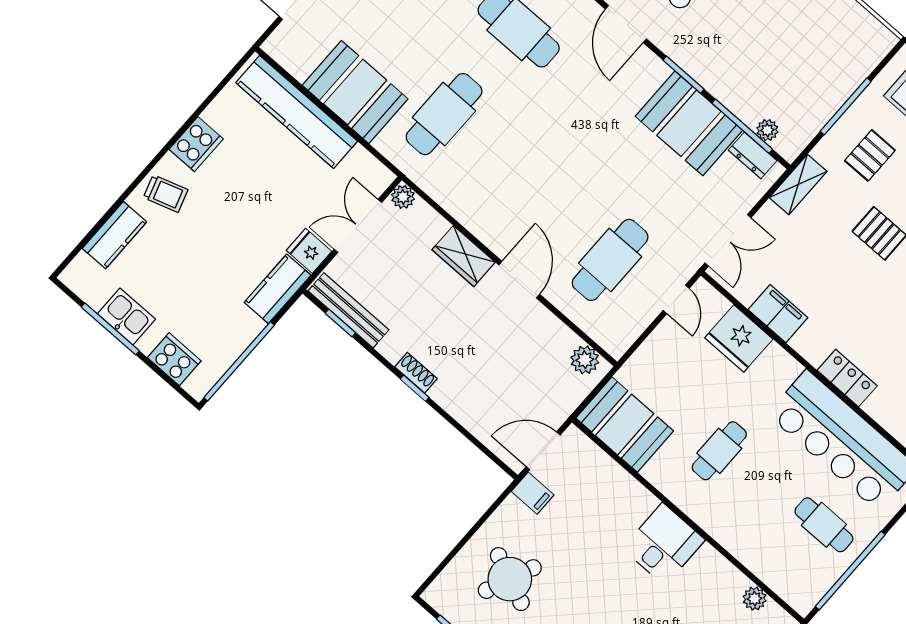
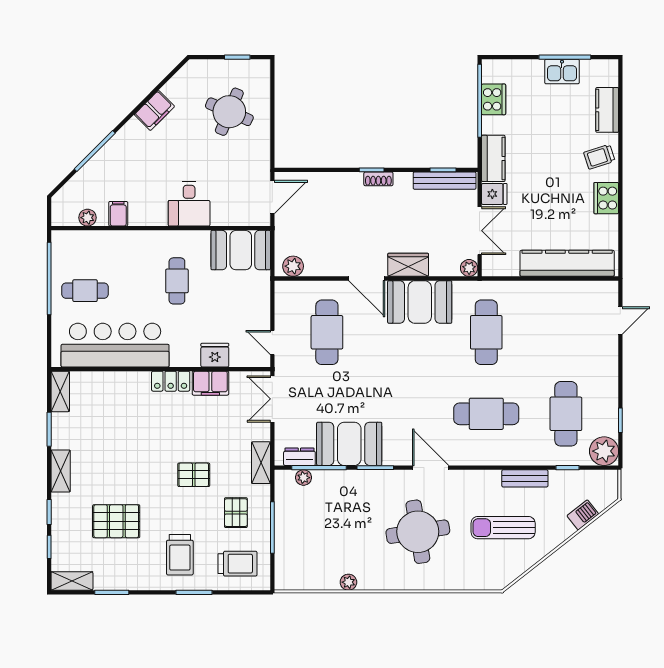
booth: (355, 92) -> (420, 302), moved
fridge: (739, 338) -> (215, 355), width x0.73, depth x0.75
cooker: (174, 359) -> (494, 99), moved, turned -90
locker: (847, 378) -> (171, 381), moved
filing cabinet: (533, 493) -> (118, 214), moved, turned 90
desk: (664, 544) -> (189, 204), moved

